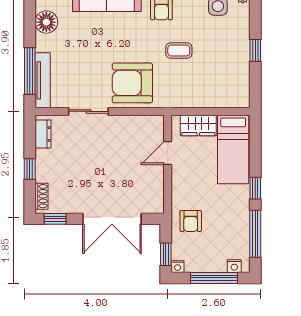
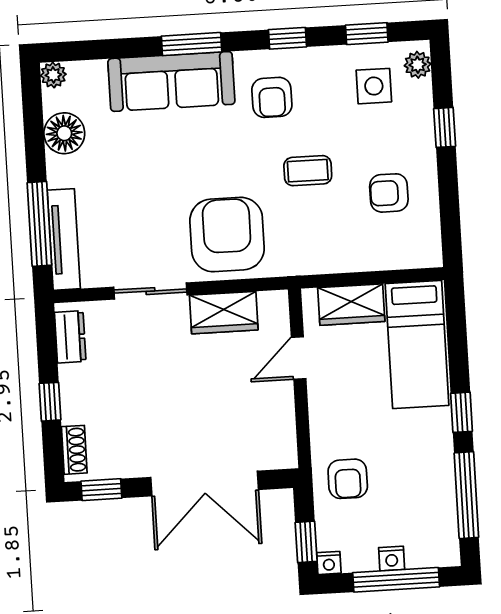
window: (255, 50) -> (445, 127), moved
armchair: (223, 65) -> (389, 193), added
armchair: (132, 83) -> (227, 235), turned 90
wardrobe: (128, 126) -> (224, 313), added
nightstand: (234, 266) -> (392, 558), moved

